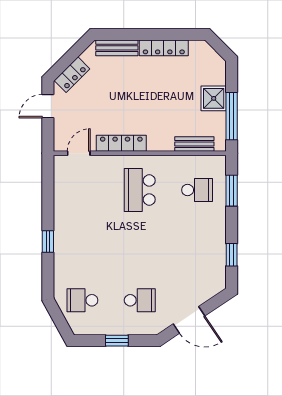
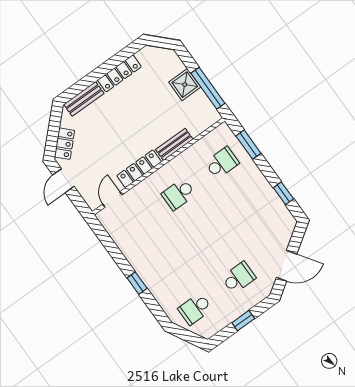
bench: (194, 144) -> (174, 144), moved
school desk: (140, 190) -> (179, 194), width x0.54

